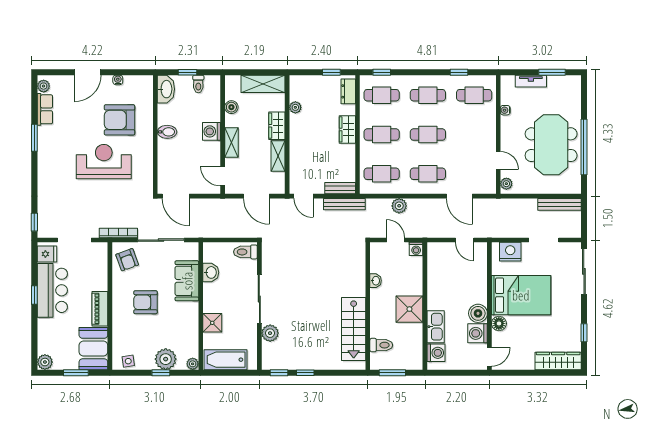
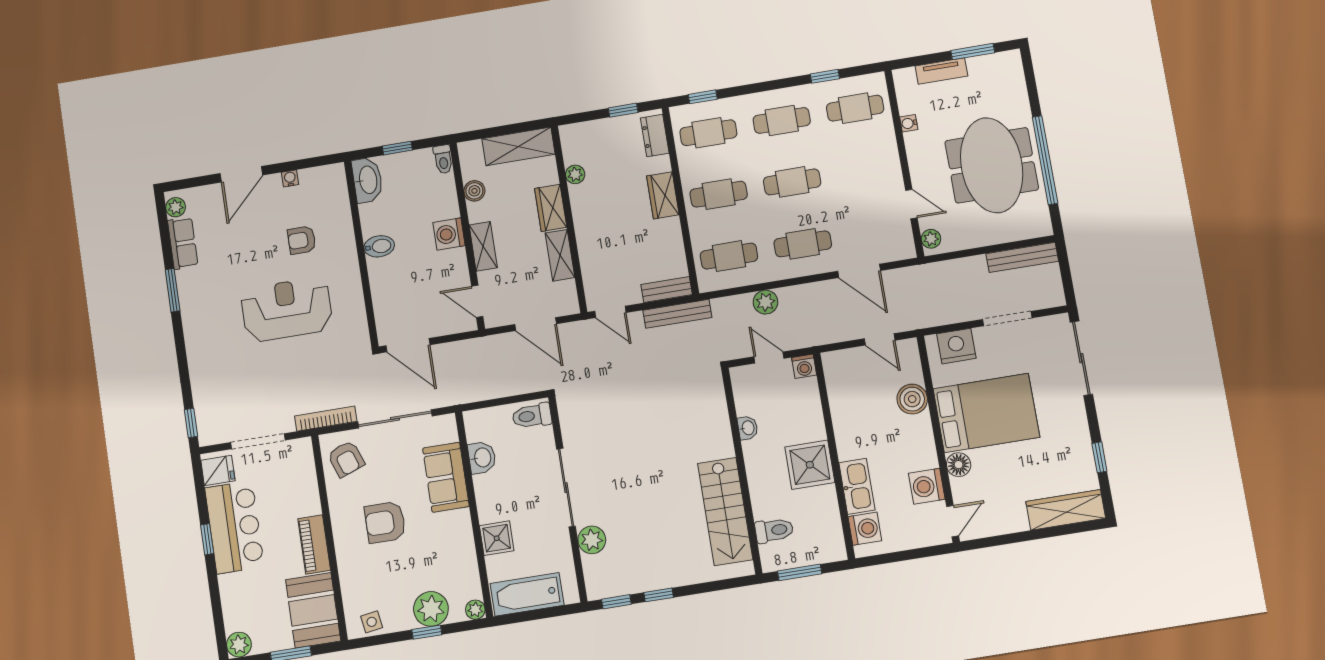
toilet: (198, 84) -> (443, 159), moved
armchair: (120, 120) -> (302, 240), width x0.53, depth x0.53
boiler: (478, 313) -> (912, 399), moved

